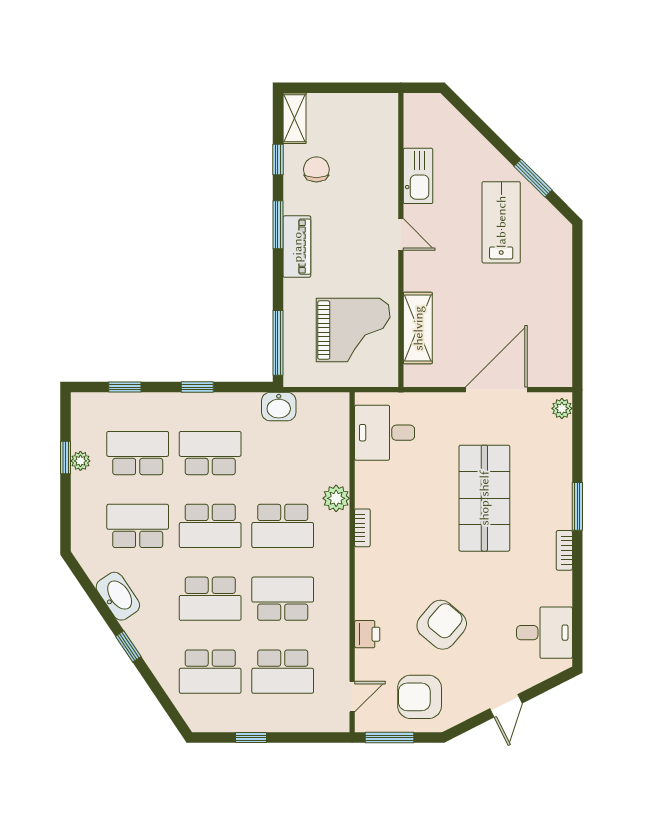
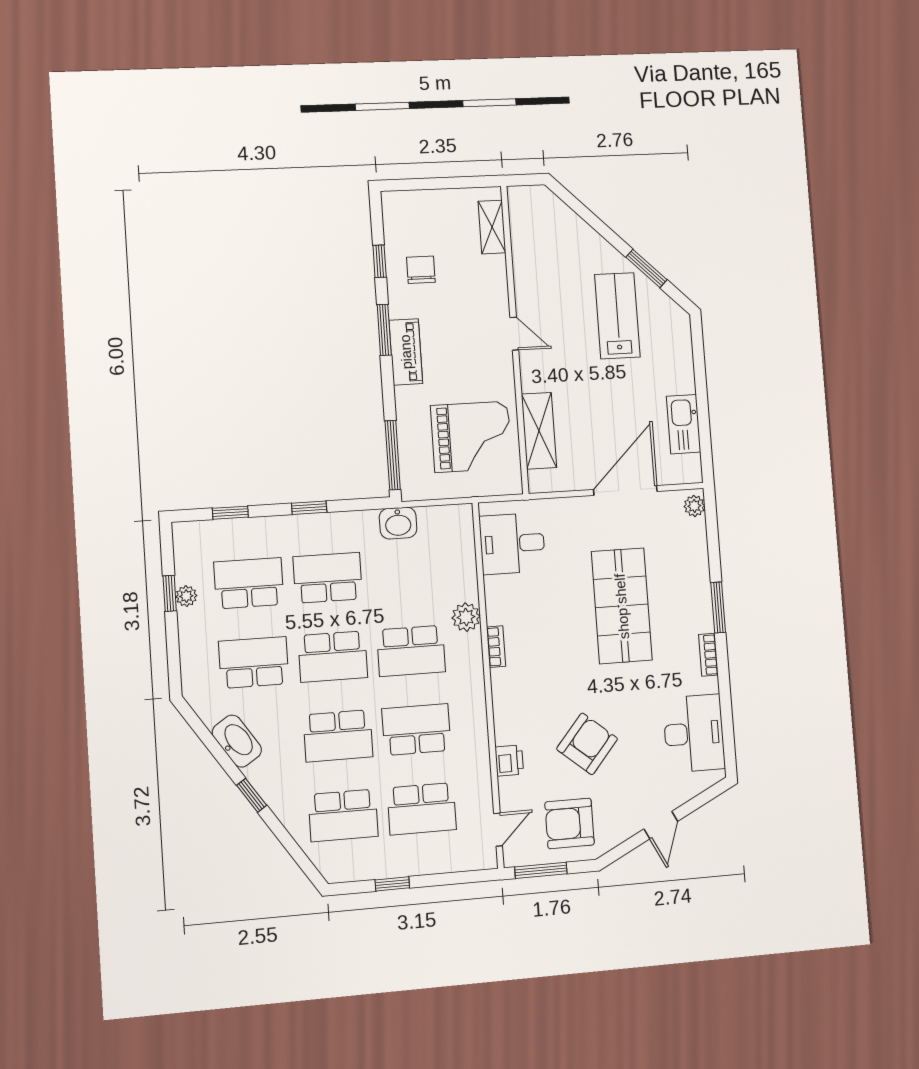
shelving: (295, 118) -> (492, 227), moved
kitchen sink: (418, 176) -> (684, 424), moved, turned 180
desk: (544, 633) -> (694, 733), width x1.37

